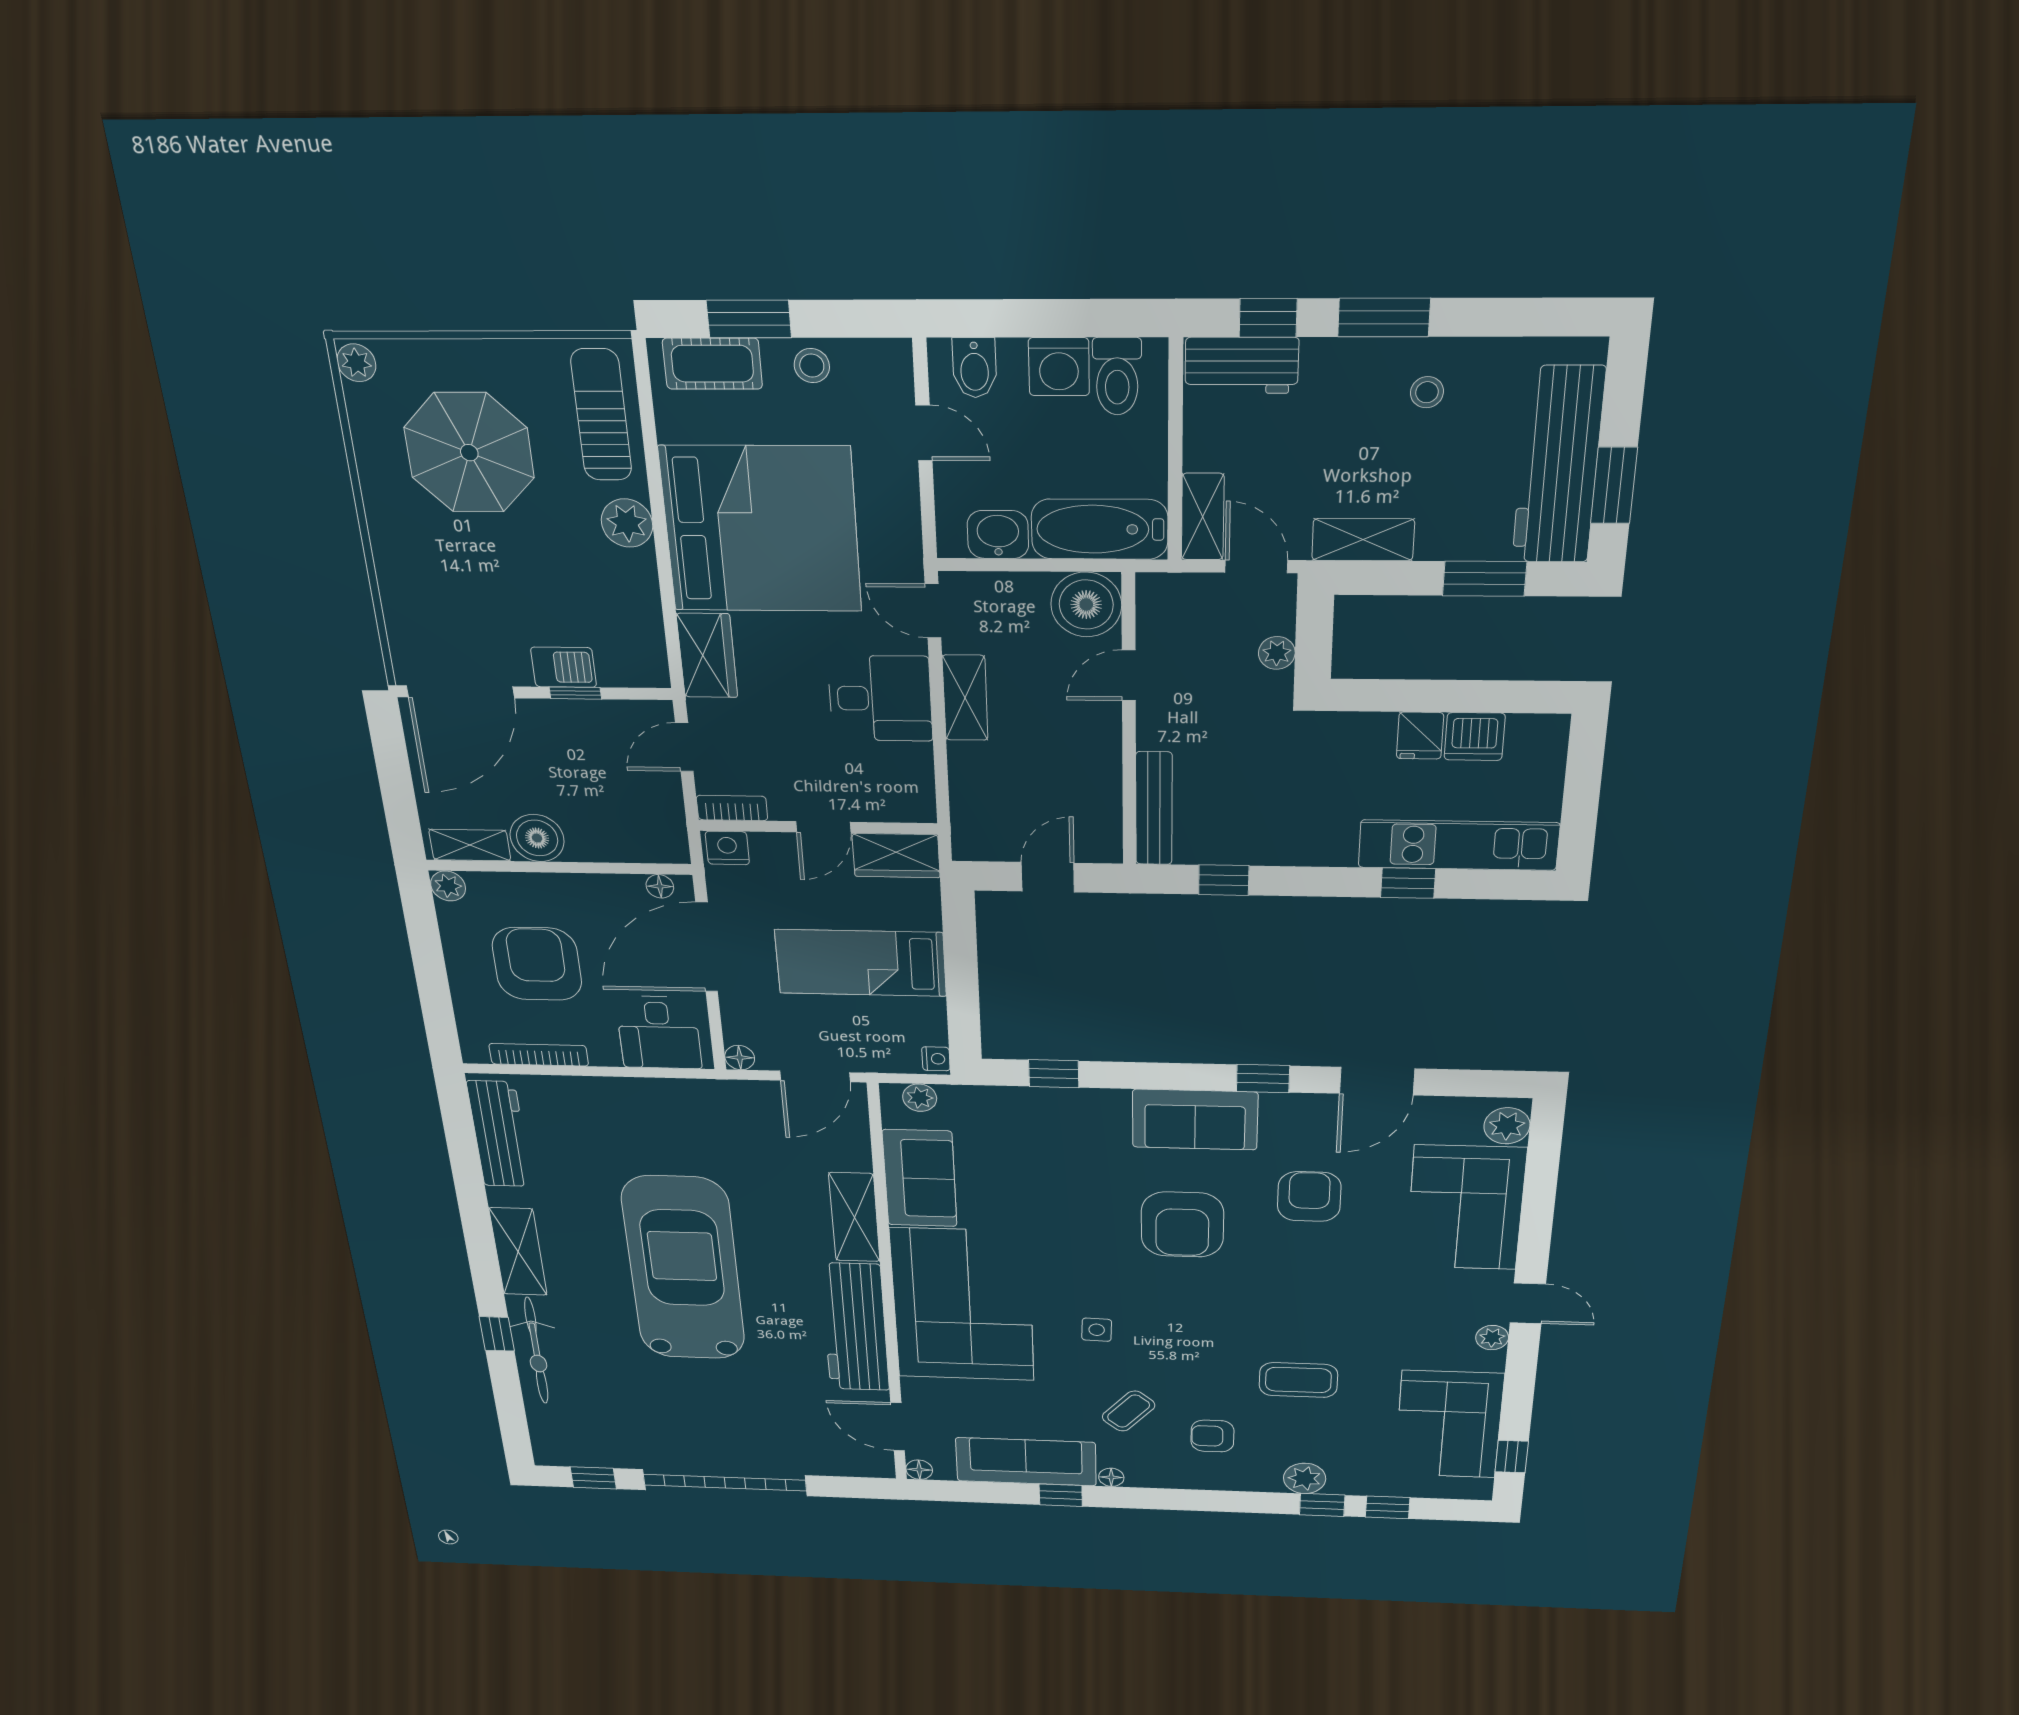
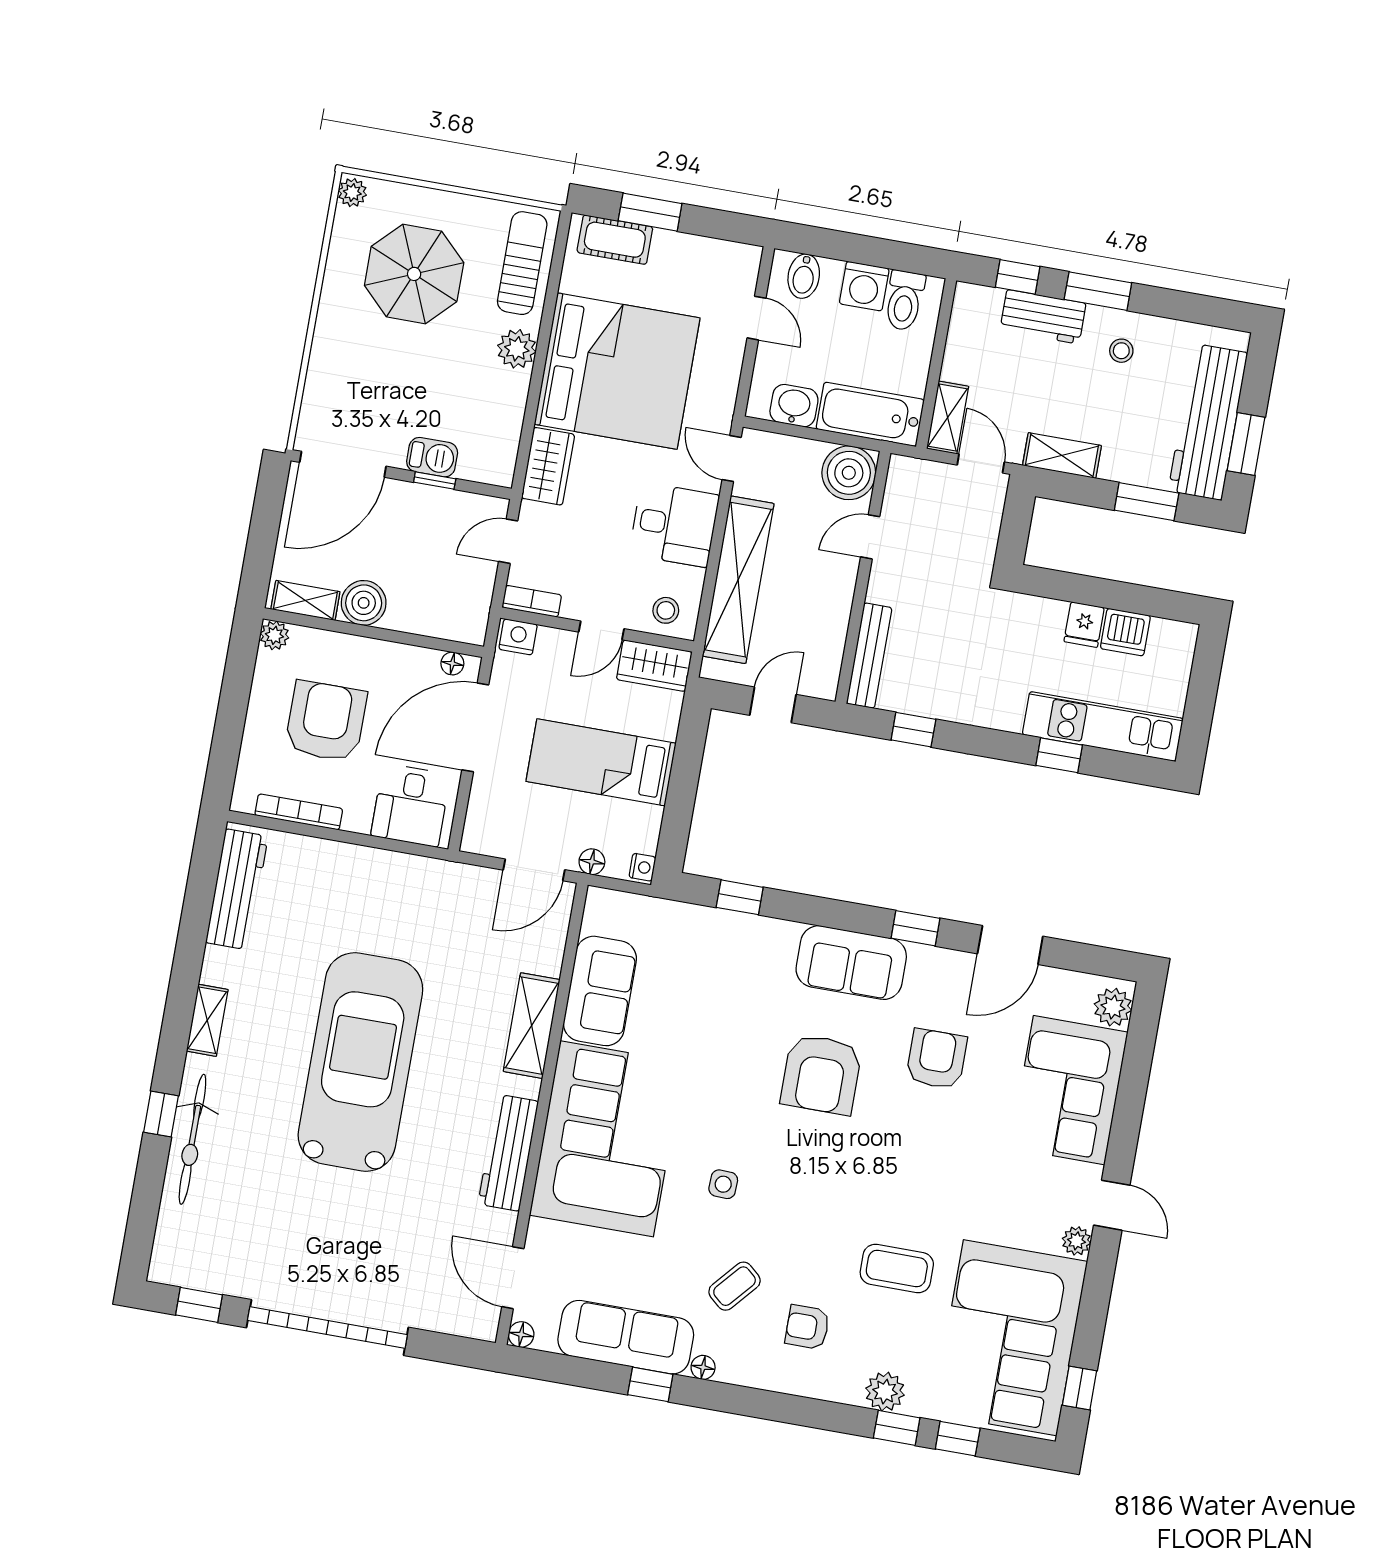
workbench: (1242, 365) -> (1043, 317), moved
stool: (812, 366) -> (666, 610), moved
plant: (1277, 653) -> (985, 537), removed
shelving: (965, 698) -> (738, 580), width x2.20, depth x1.33
floor lamp: (740, 1058) -> (592, 862), moved
plant: (920, 1098) -> (619, 905), removed
shelving: (518, 1252) -> (207, 1020), width x0.67, depth x0.75
workbench: (855, 1327) -> (508, 1153), width x0.73, depth x0.76
corner sofa: (1449, 1424) -> (1010, 1338), width x1.36, depth x1.36

